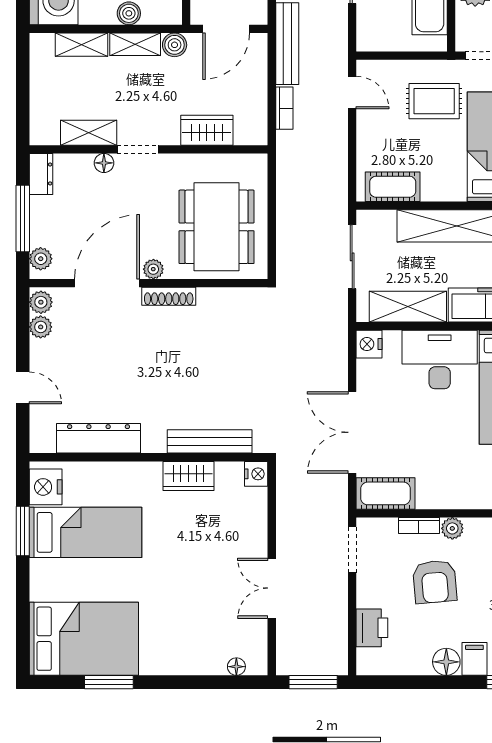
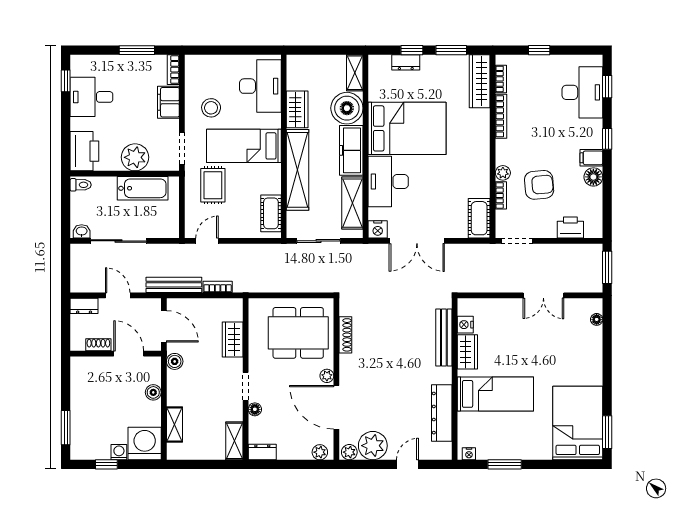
shelving: (135, 44) -> (174, 388), removed
shelving: (89, 133) -> (234, 441), moved
window: (23, 218) -> (292, 464), removed
shoe rack: (169, 296) -> (345, 335), moved
plant: (41, 327) -> (373, 446), width x1.88, depth x1.88
double door: (352, 432) -> (417, 241), moved
nightstand: (256, 474) -> (465, 325), moved, turned -90
nightstand: (46, 487) -> (469, 454), width x0.53, depth x0.56
bed: (86, 532) -> (495, 394), moved, turned 90
window: (109, 682) -> (607, 432), moved

